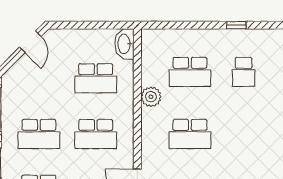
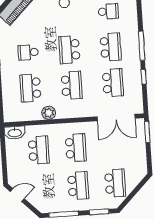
school desk: (190, 72) -> (30, 88), turned 180
school desk: (244, 72) -> (28, 52), turned 180
school desk: (244, 134) -> (69, 50), added

